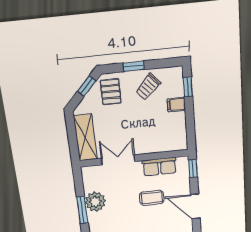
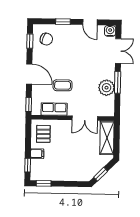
window: (134, 66) -> (44, 183), moved
trolley: (148, 87) -> (56, 169), removed
pallet: (111, 92) -> (43, 134), moved

